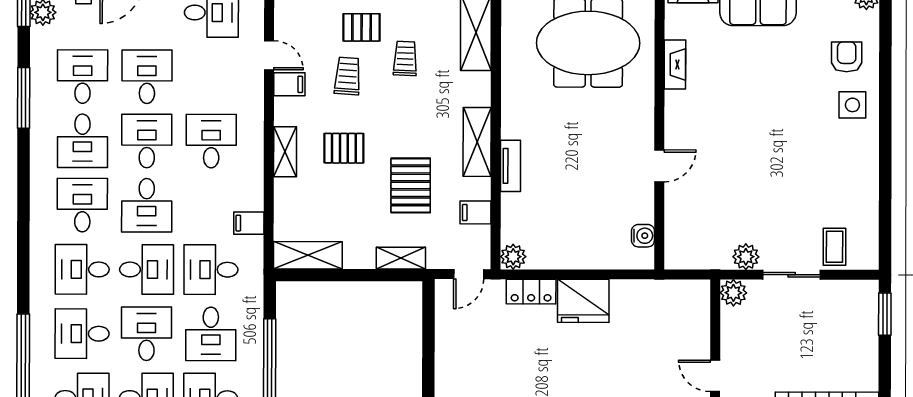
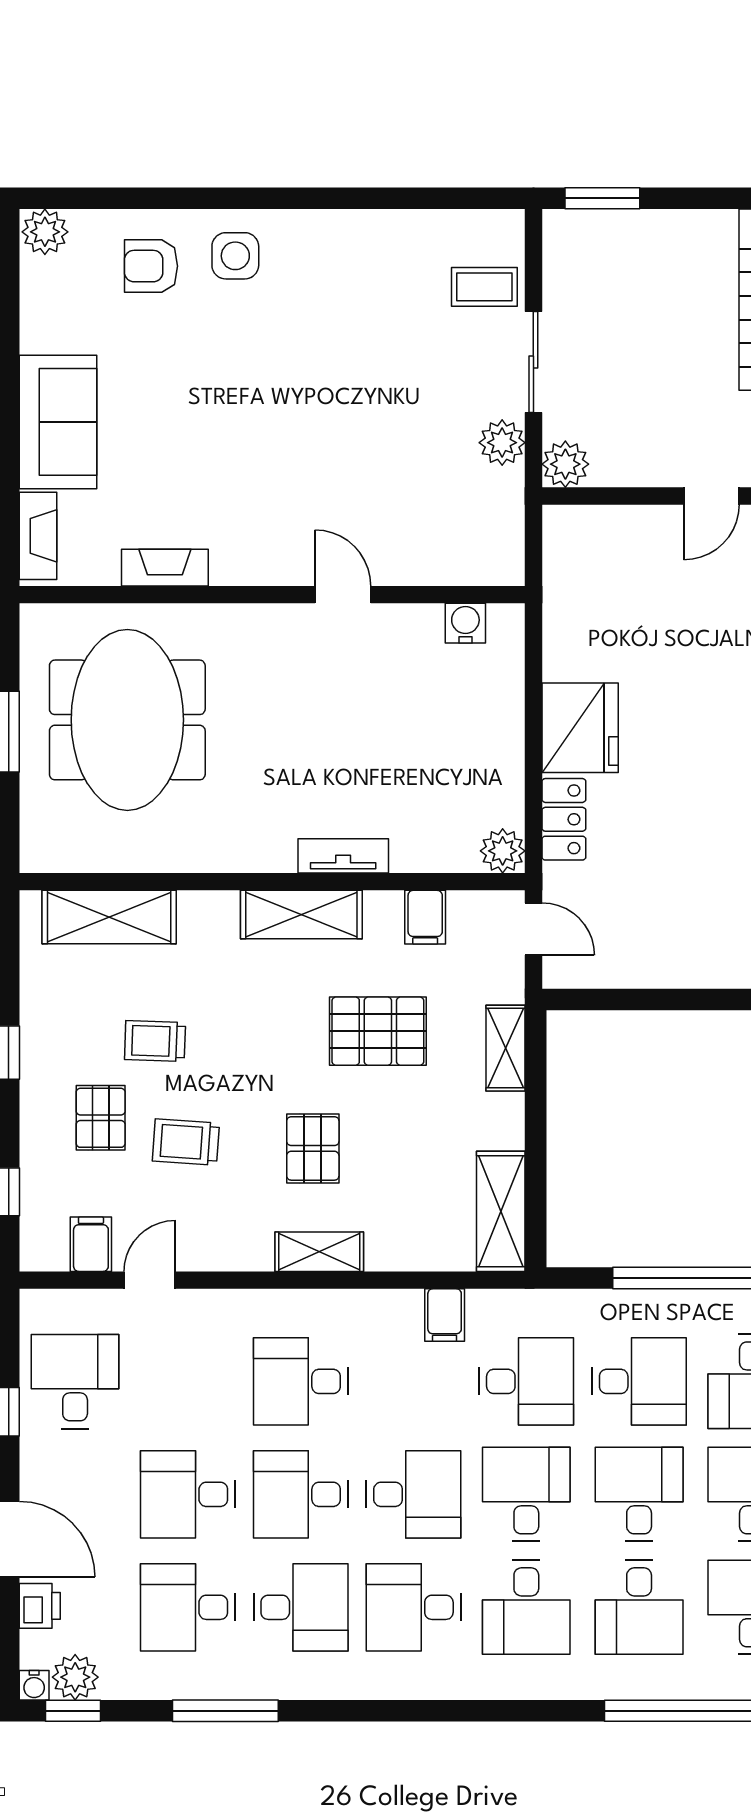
filing cabinet: (289, 84) -> (91, 1244), moved
desk: (211, 270) -> (526, 1381), turned -90
desk: (146, 334) -> (639, 1494), turned 90

